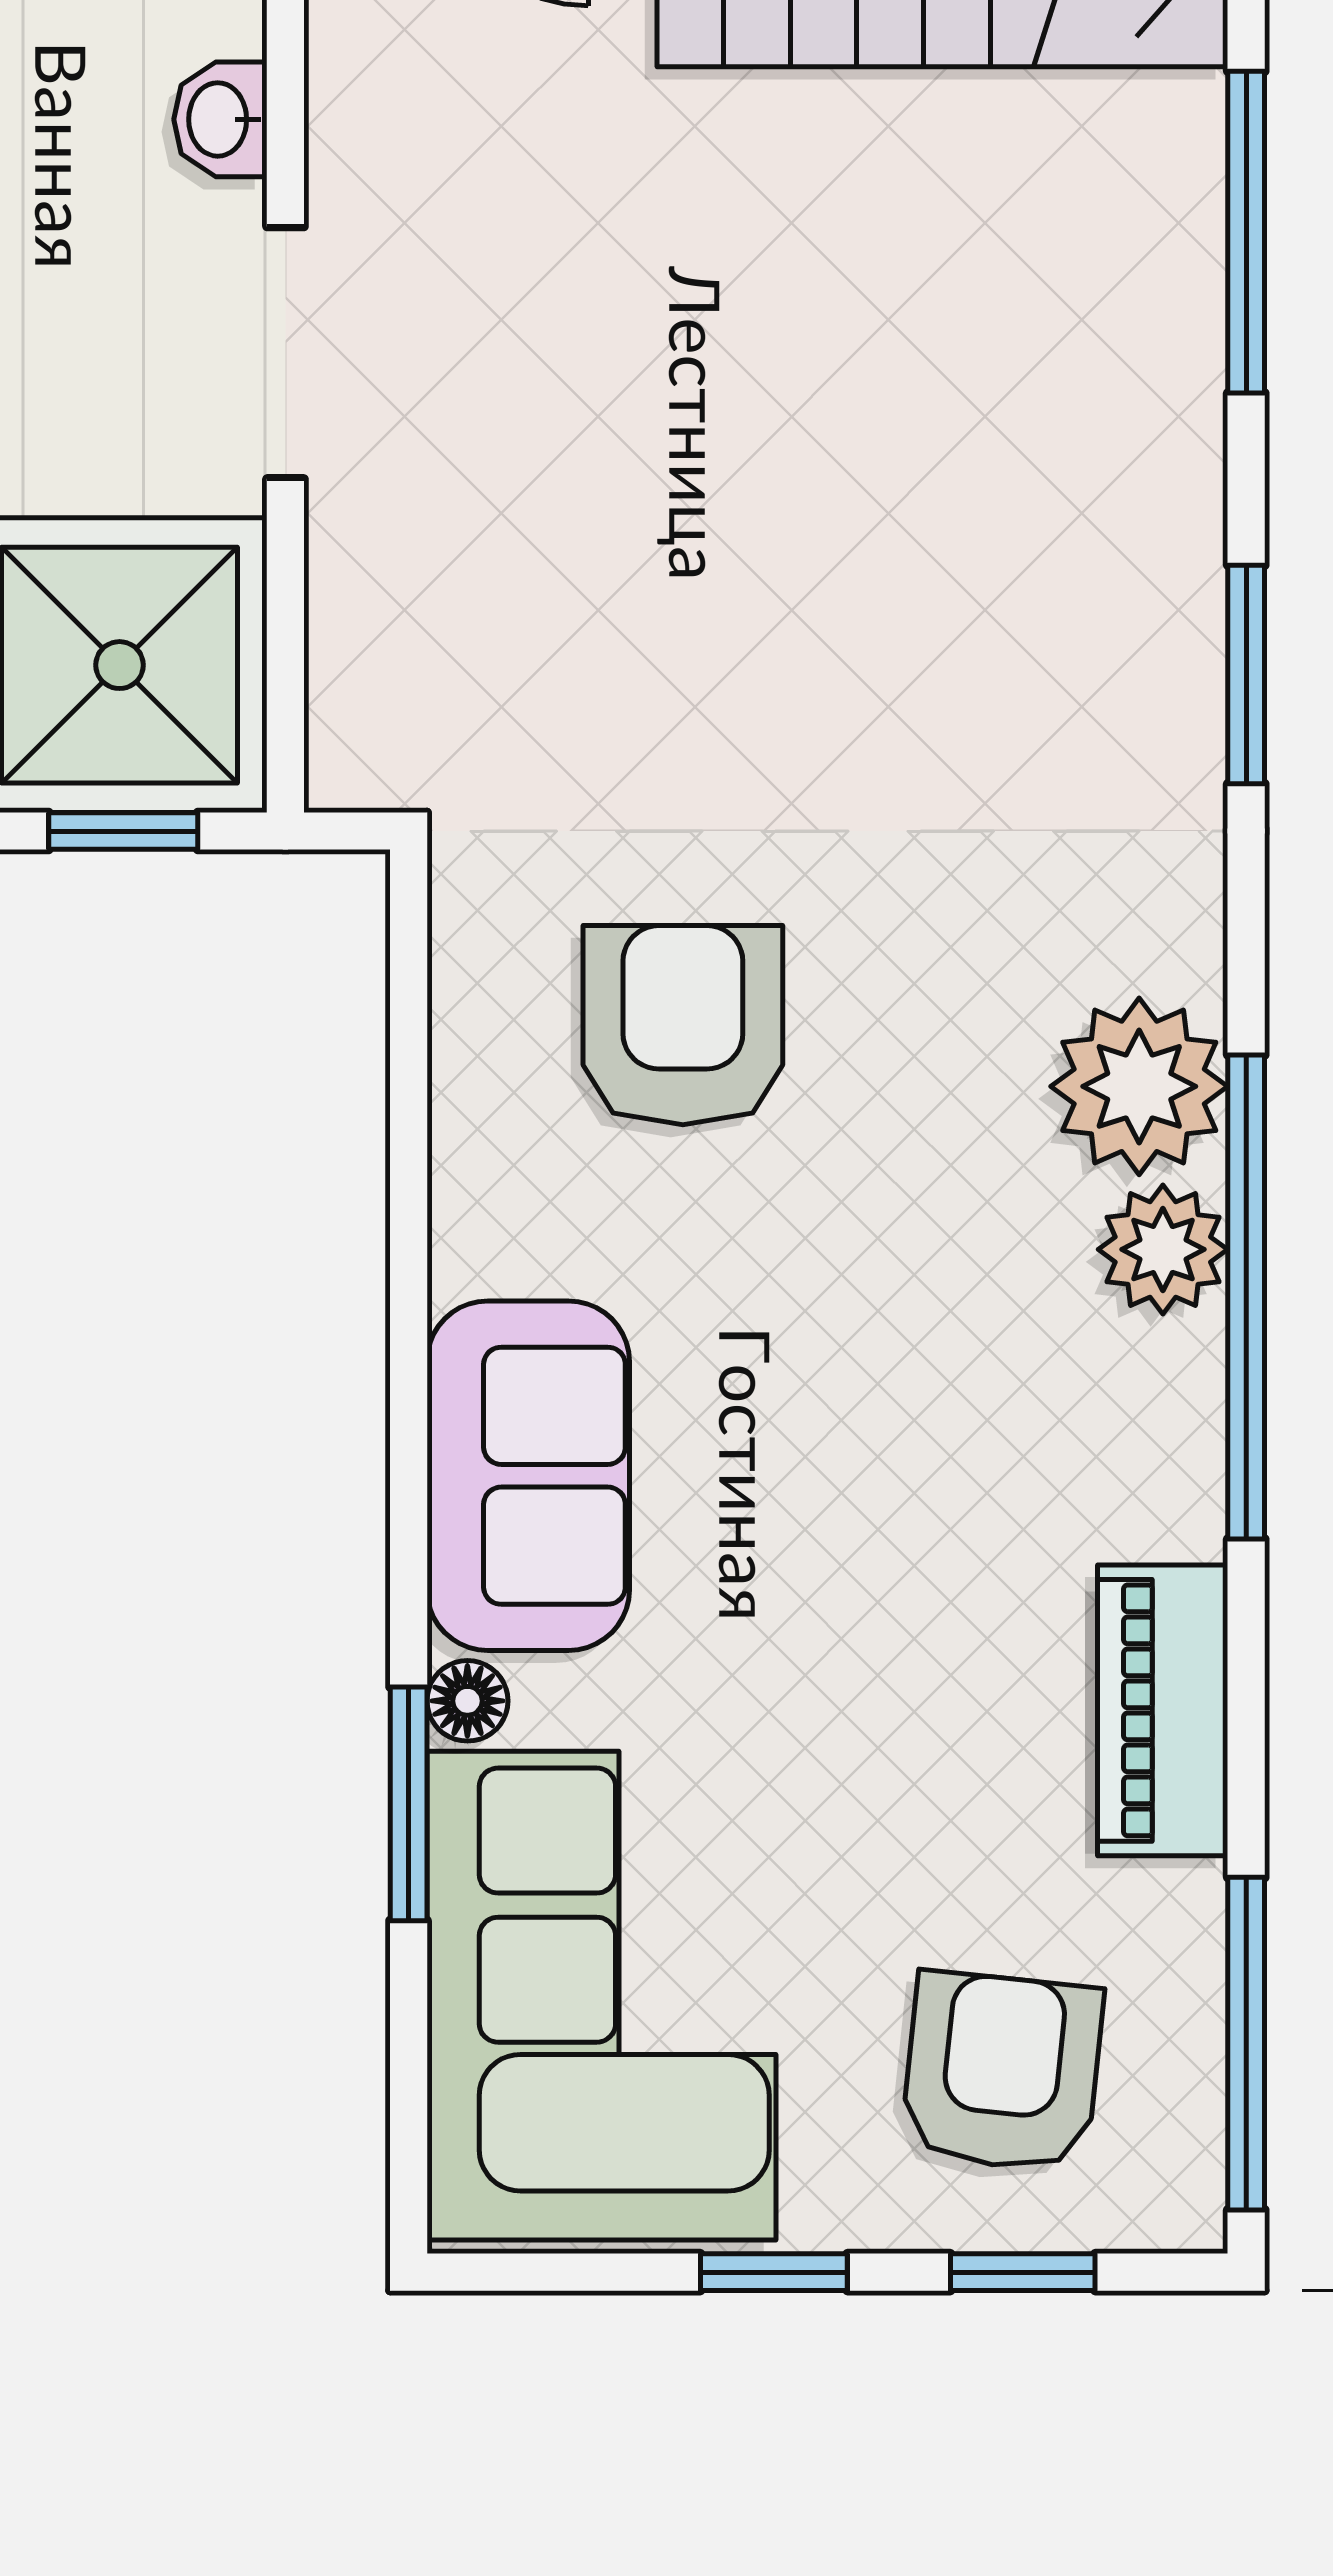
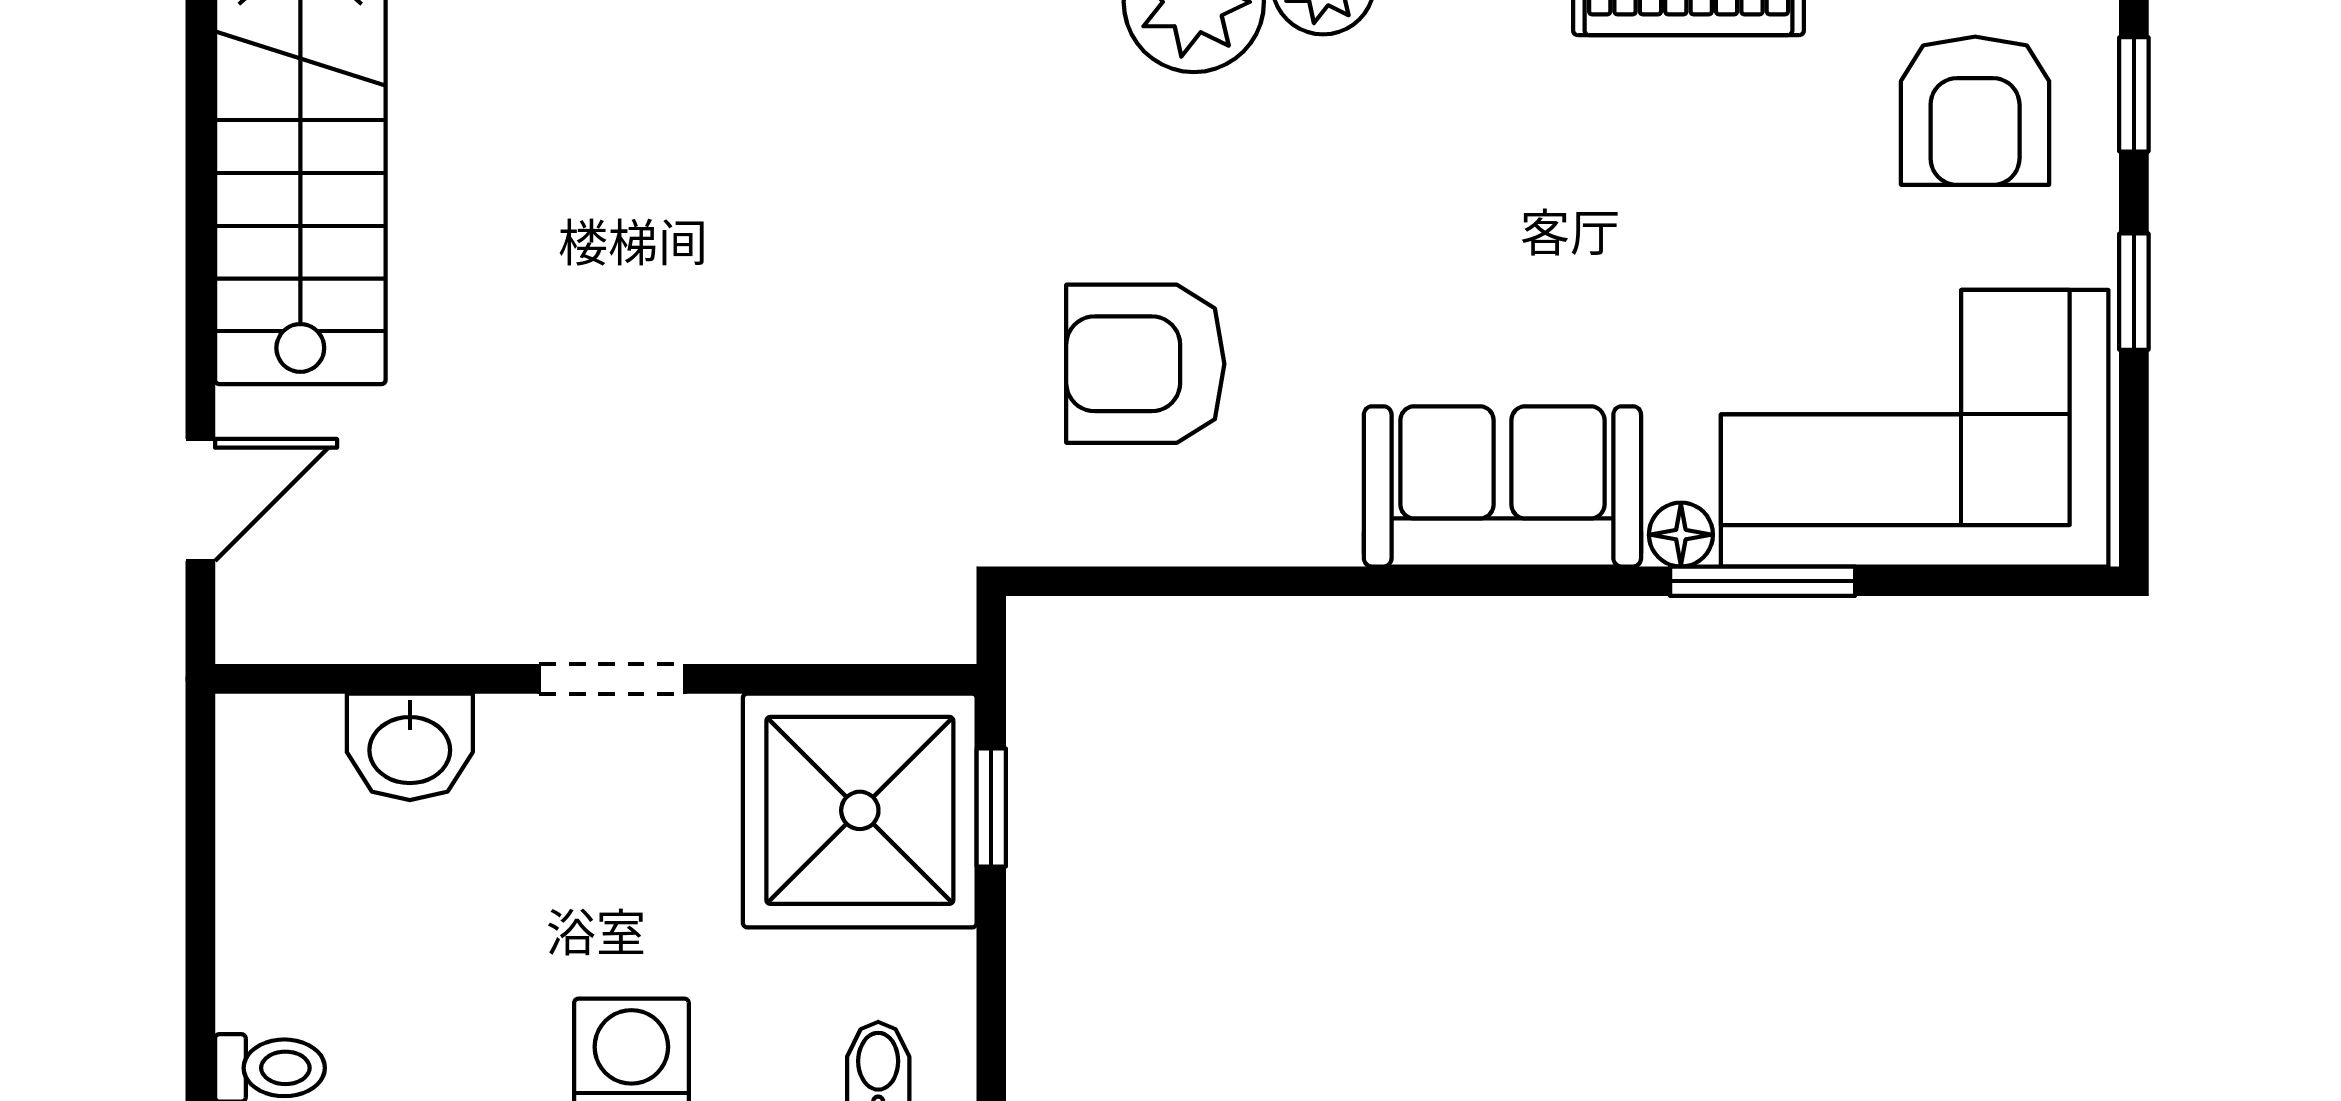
washbasin: (220, 119) -> (410, 747), width x1.38, depth x1.45
doorway: (285, 353) -> (612, 679), width x0.73
armchair: (1002, 2072) -> (1975, 111), turned -96

